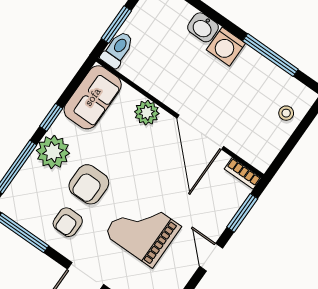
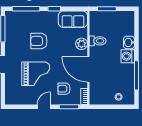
toilet: (117, 49) -> (98, 41), moved
door: (200, 132) -> (88, 69), hinge flipped
plant: (53, 152) -> (42, 19), removed
armchair: (68, 222) -> (64, 89), moved
grand piano: (143, 230) -> (36, 74), turned 90

